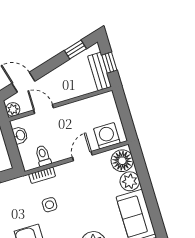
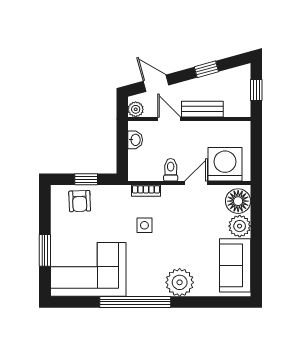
window: (75, 50) -> (206, 69), moved
bench: (100, 71) -> (202, 109), moved, turned 90
washing machine: (107, 136) -> (225, 164), width x1.37, depth x1.37
toilet: (43, 156) -> (171, 170), moved

